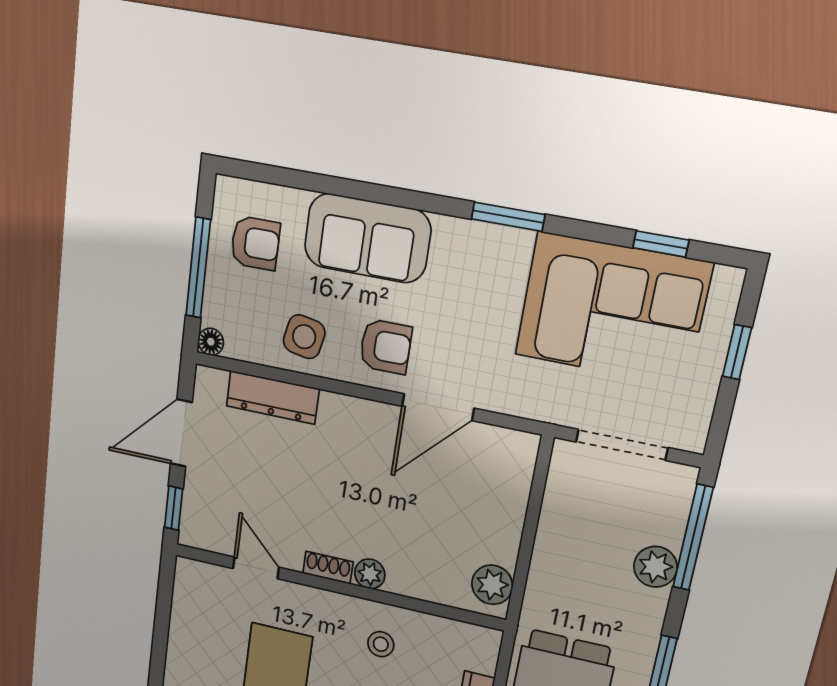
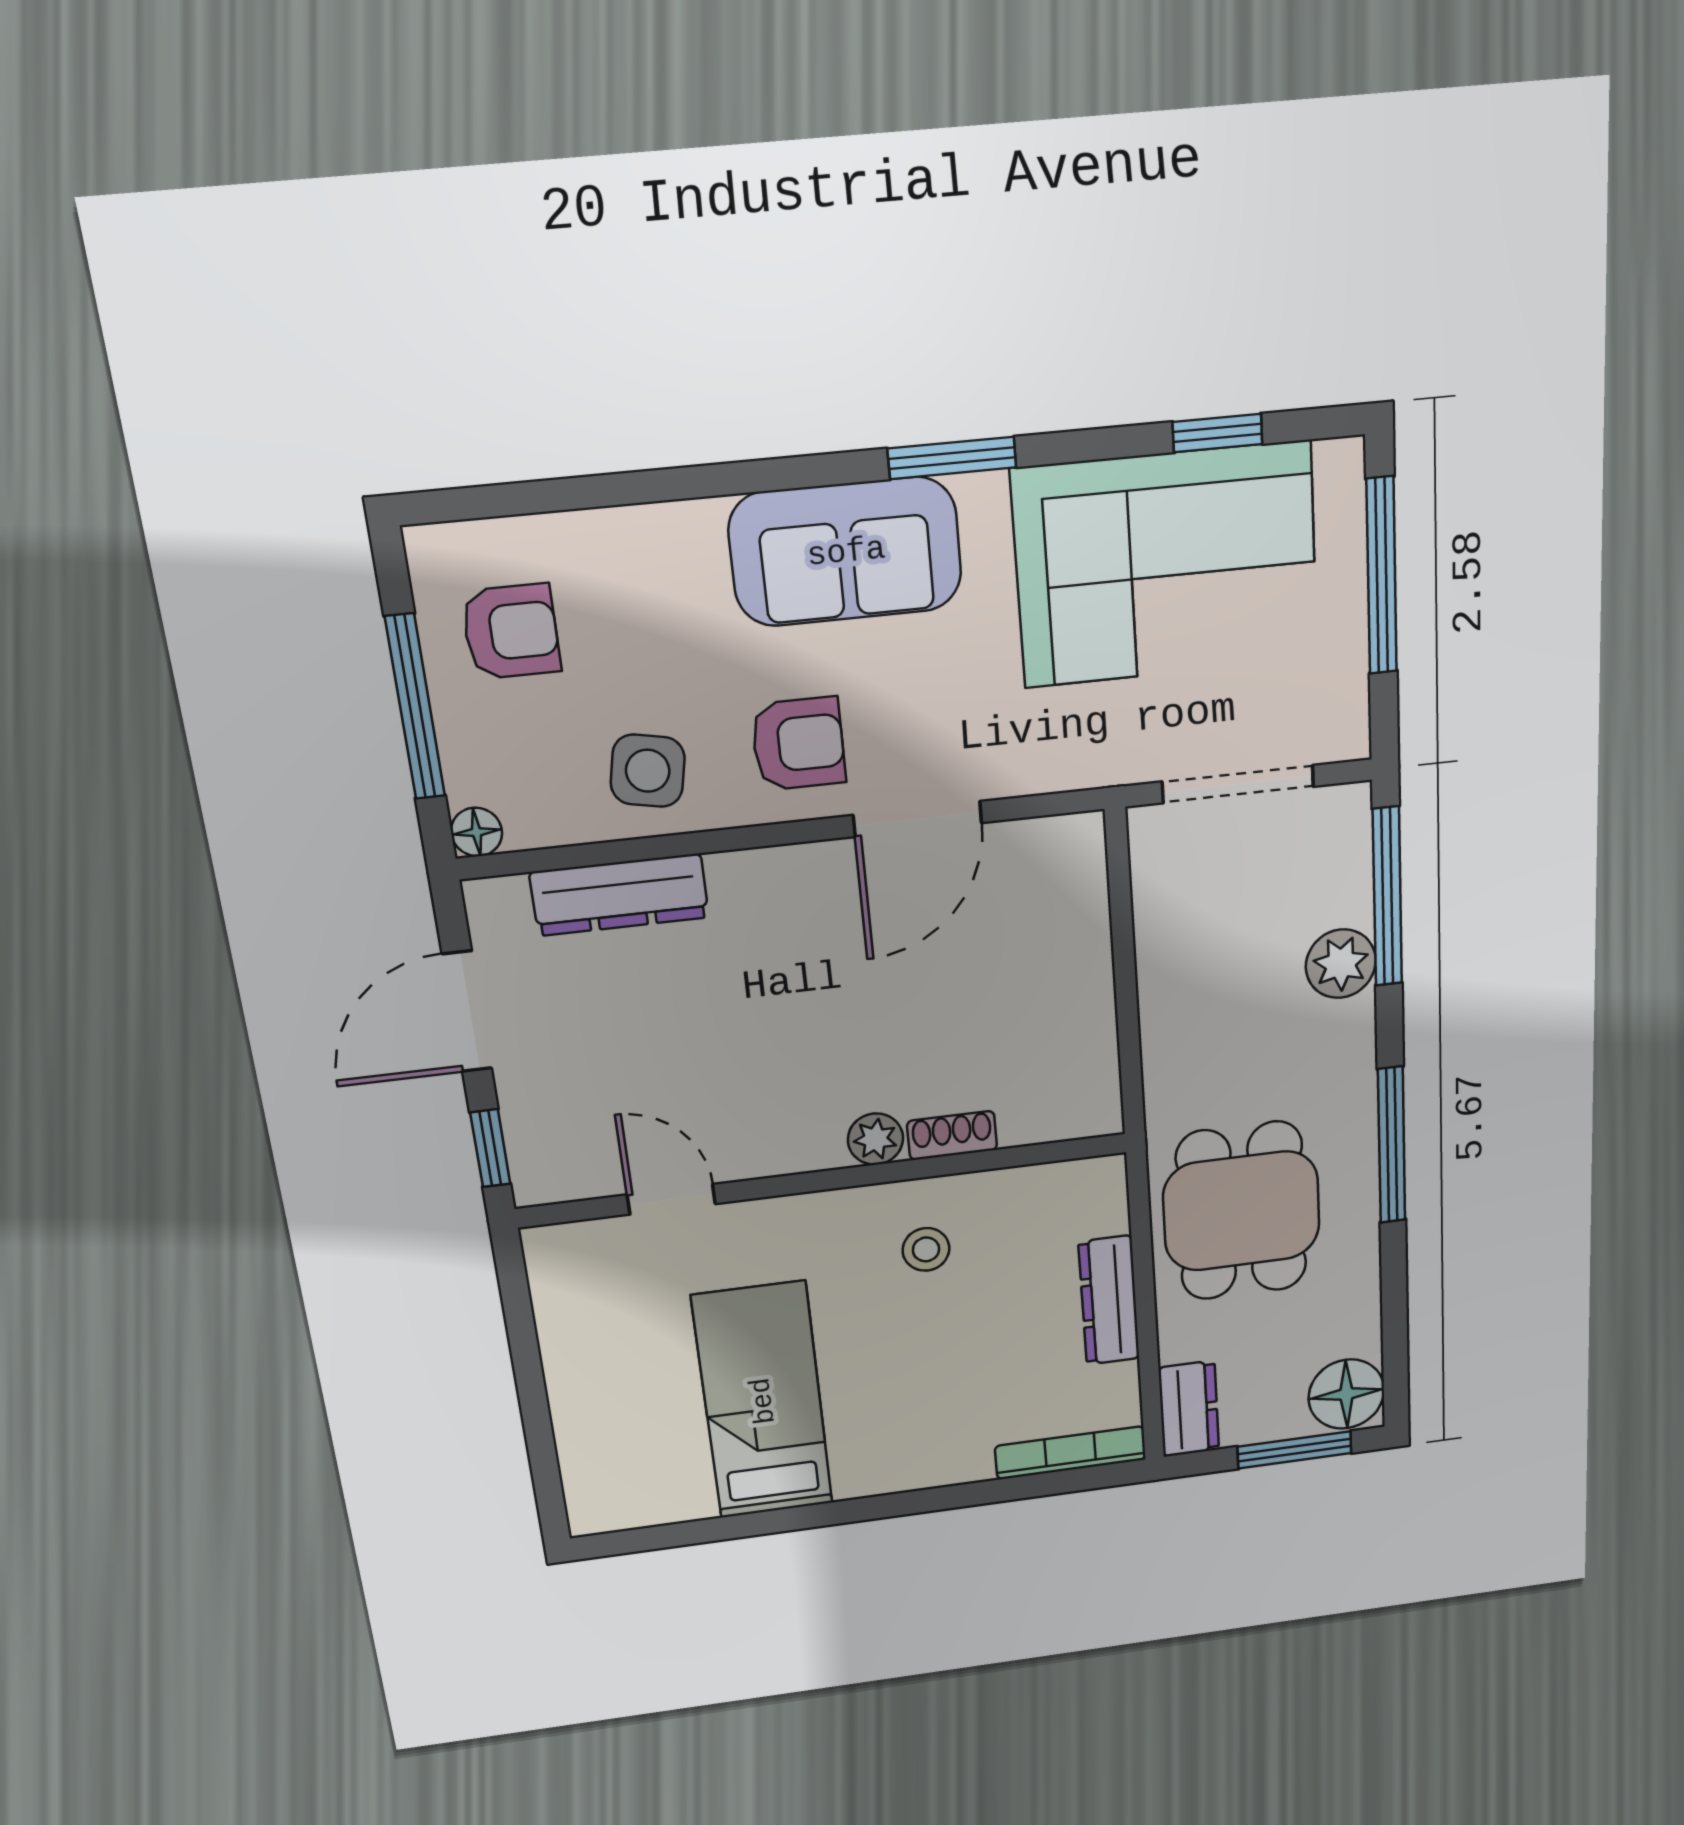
sofa: (367, 238) -> (846, 552), moved
window: (737, 352) -> (1382, 576), width x2.17
shoe rack: (328, 568) -> (952, 1135), moved
plant: (492, 585) -> (1087, 1085), removed

